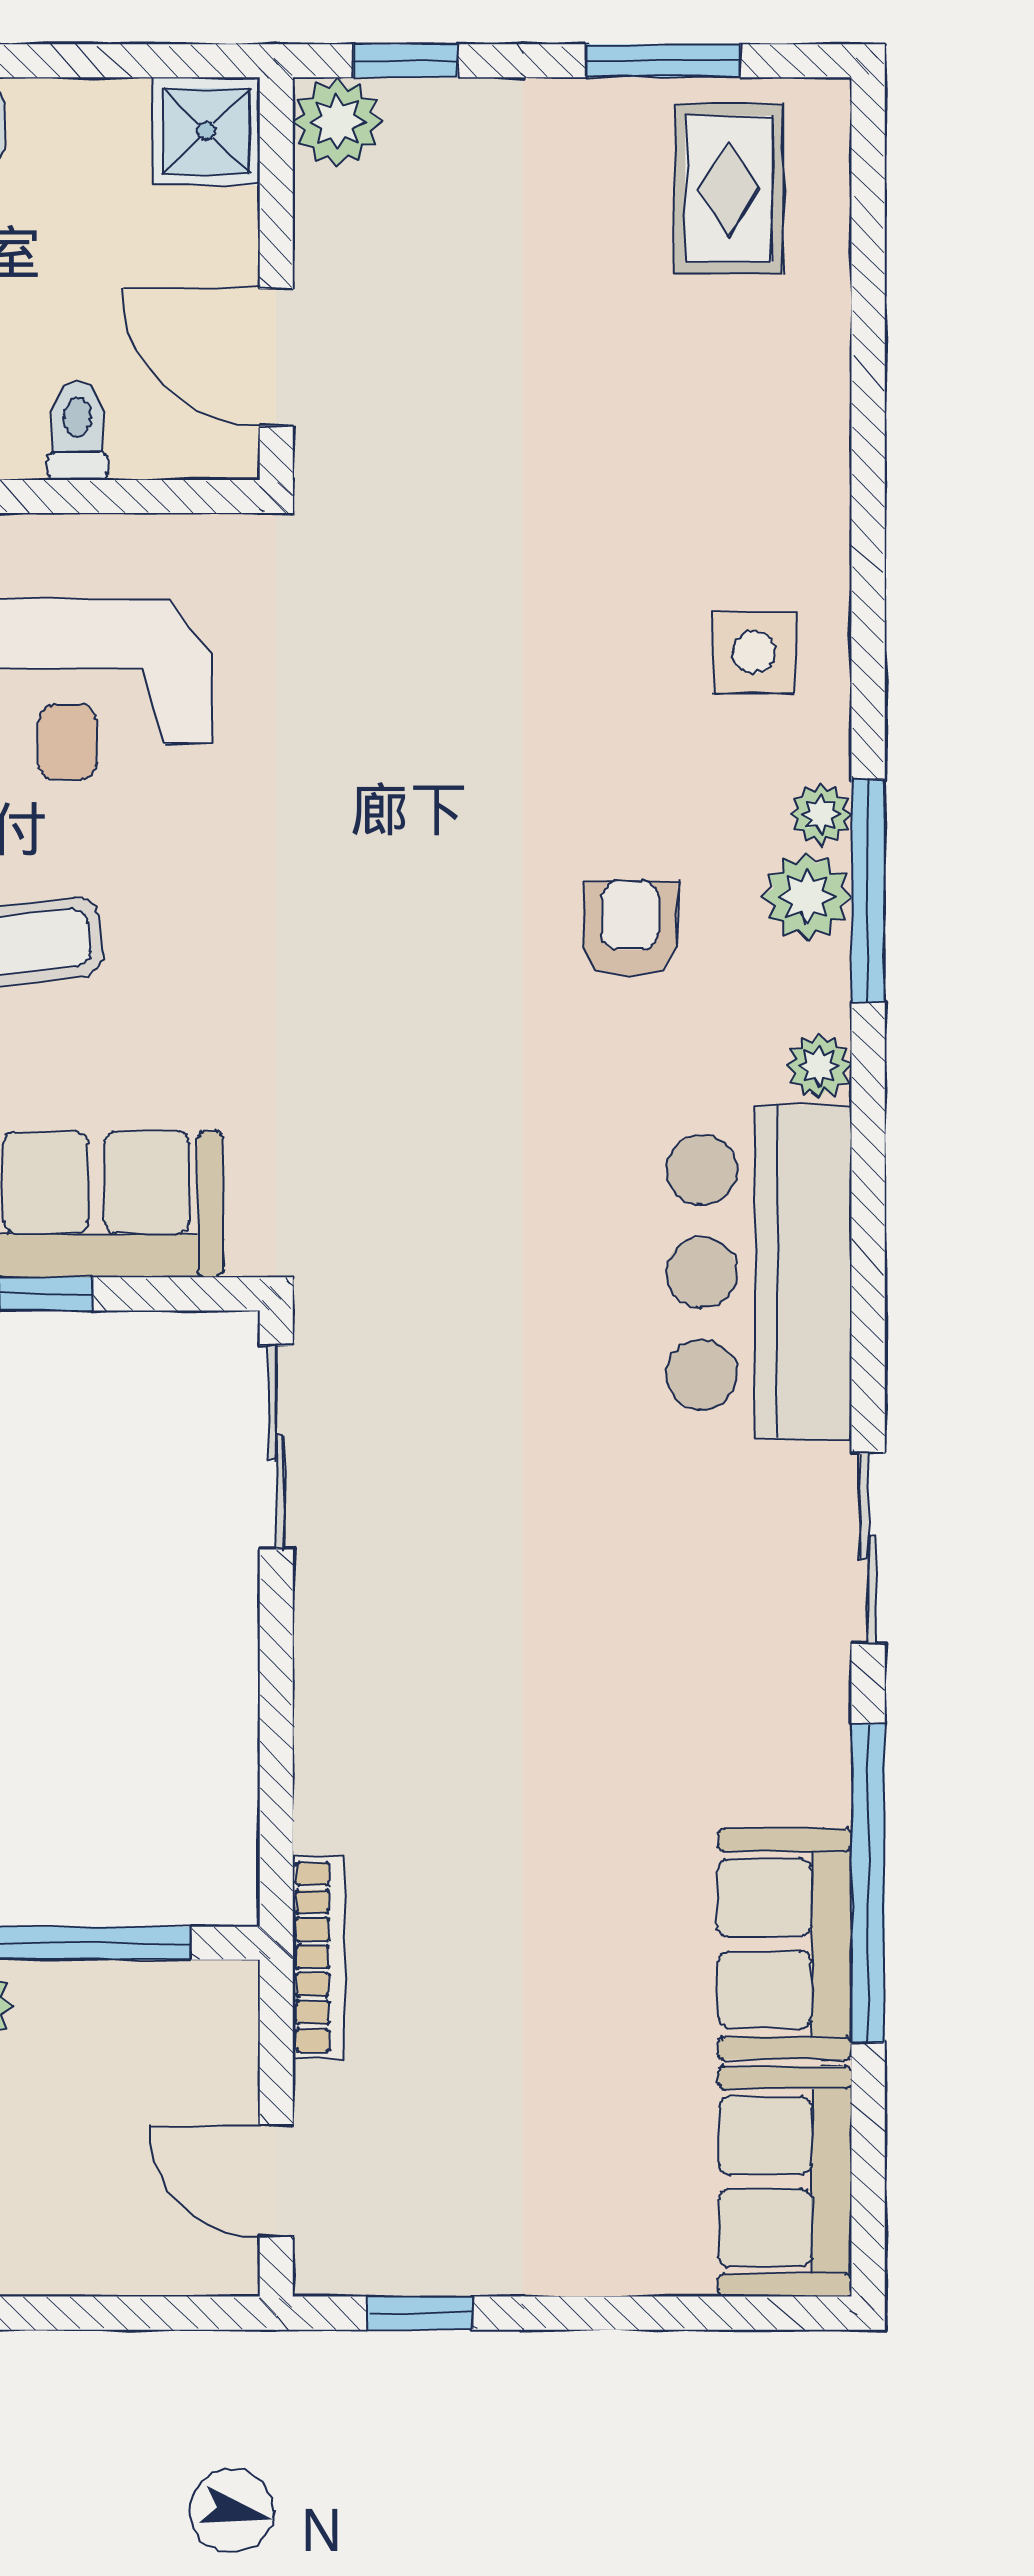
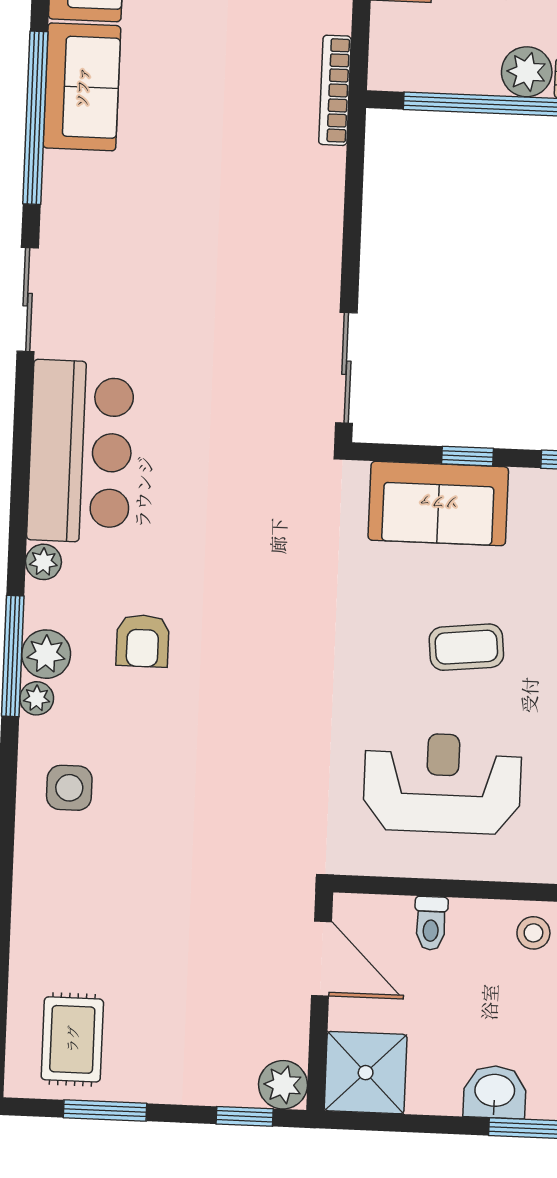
shower: (206, 131) -> (366, 1073), width x1.36, depth x1.36

